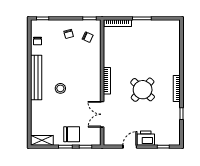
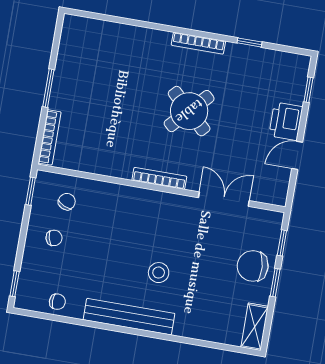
double door: (102, 114) -> (224, 199), swing flipped
chair: (72, 134) -> (253, 266), turned -94
door: (130, 147) -> (297, 155), hinge flipped

